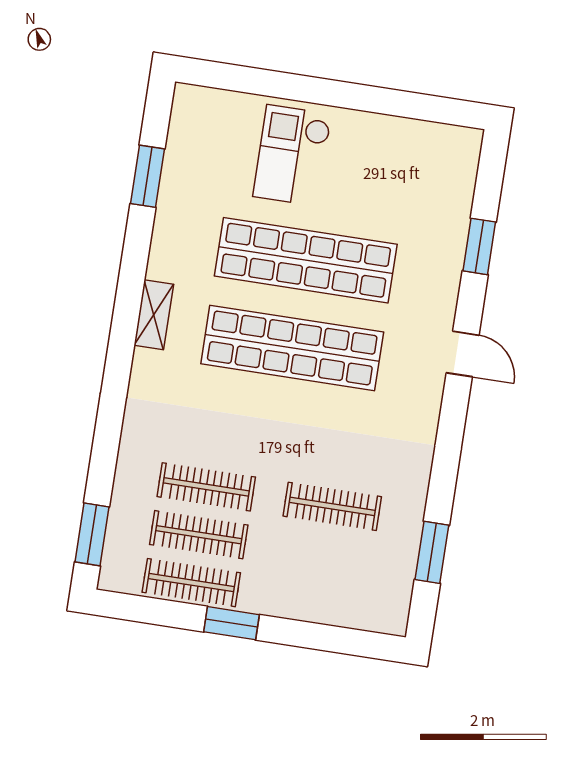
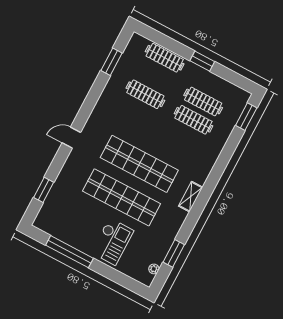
window: (379, 100) -> (70, 252), added
plant: (180, 127) -> (154, 269), added
window: (479, 246) -> (44, 190), moved
door: (463, 354) -> (71, 138), hinge flipped
clothes rail: (191, 583) -> (165, 58), moved

